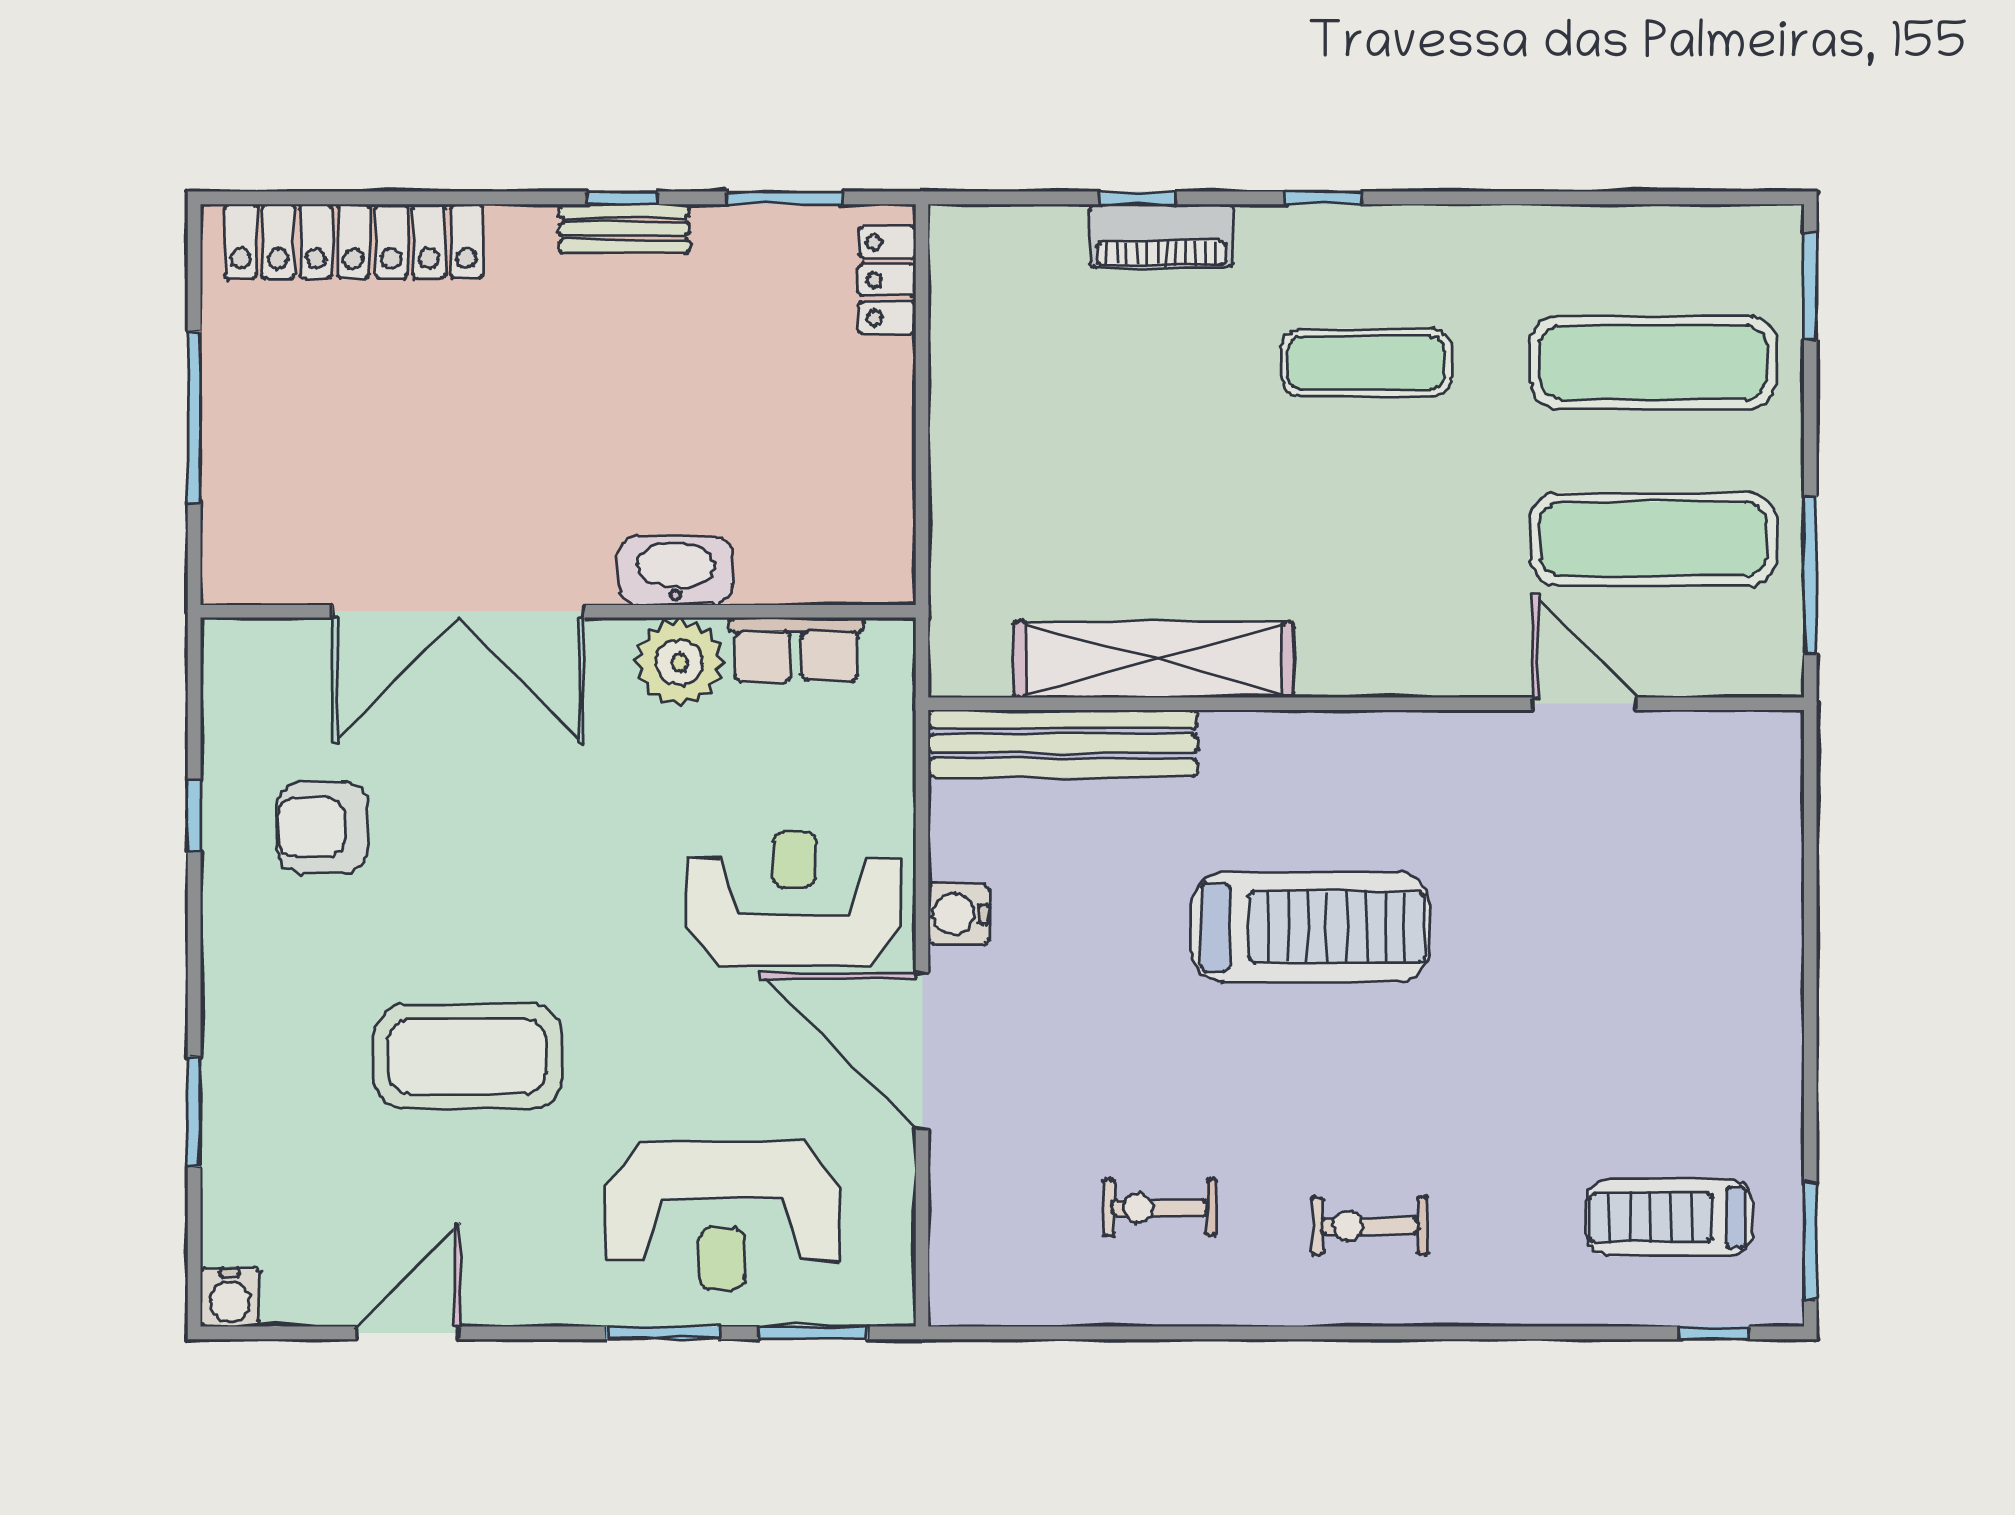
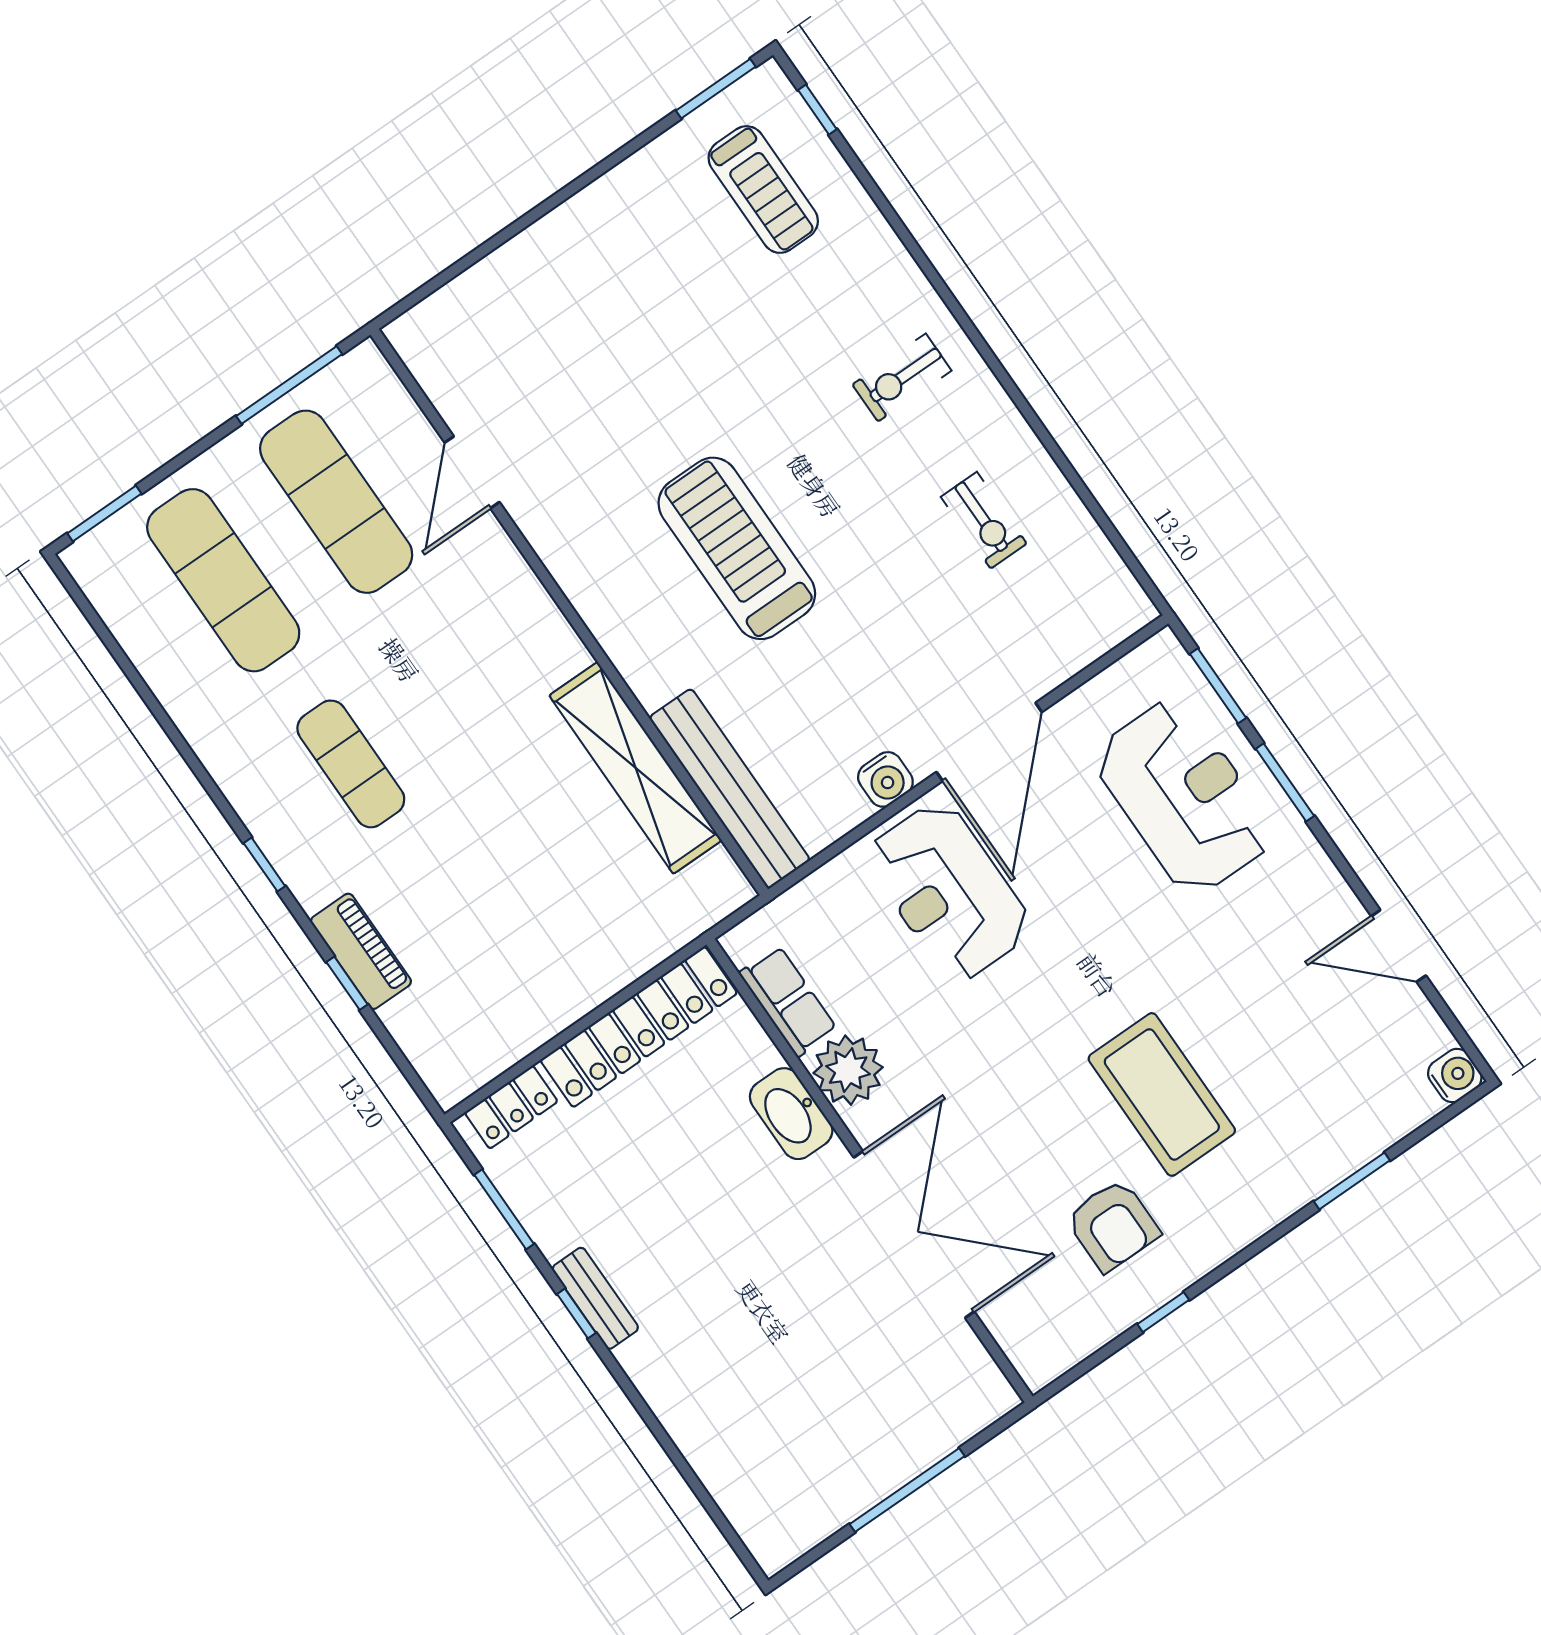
locker: (354, 241) -> (639, 1027), moved, turned 90
coffee table: (468, 1057) -> (1162, 1094), moved
exercise bike: (1370, 1226) -> (902, 378), turned 90

